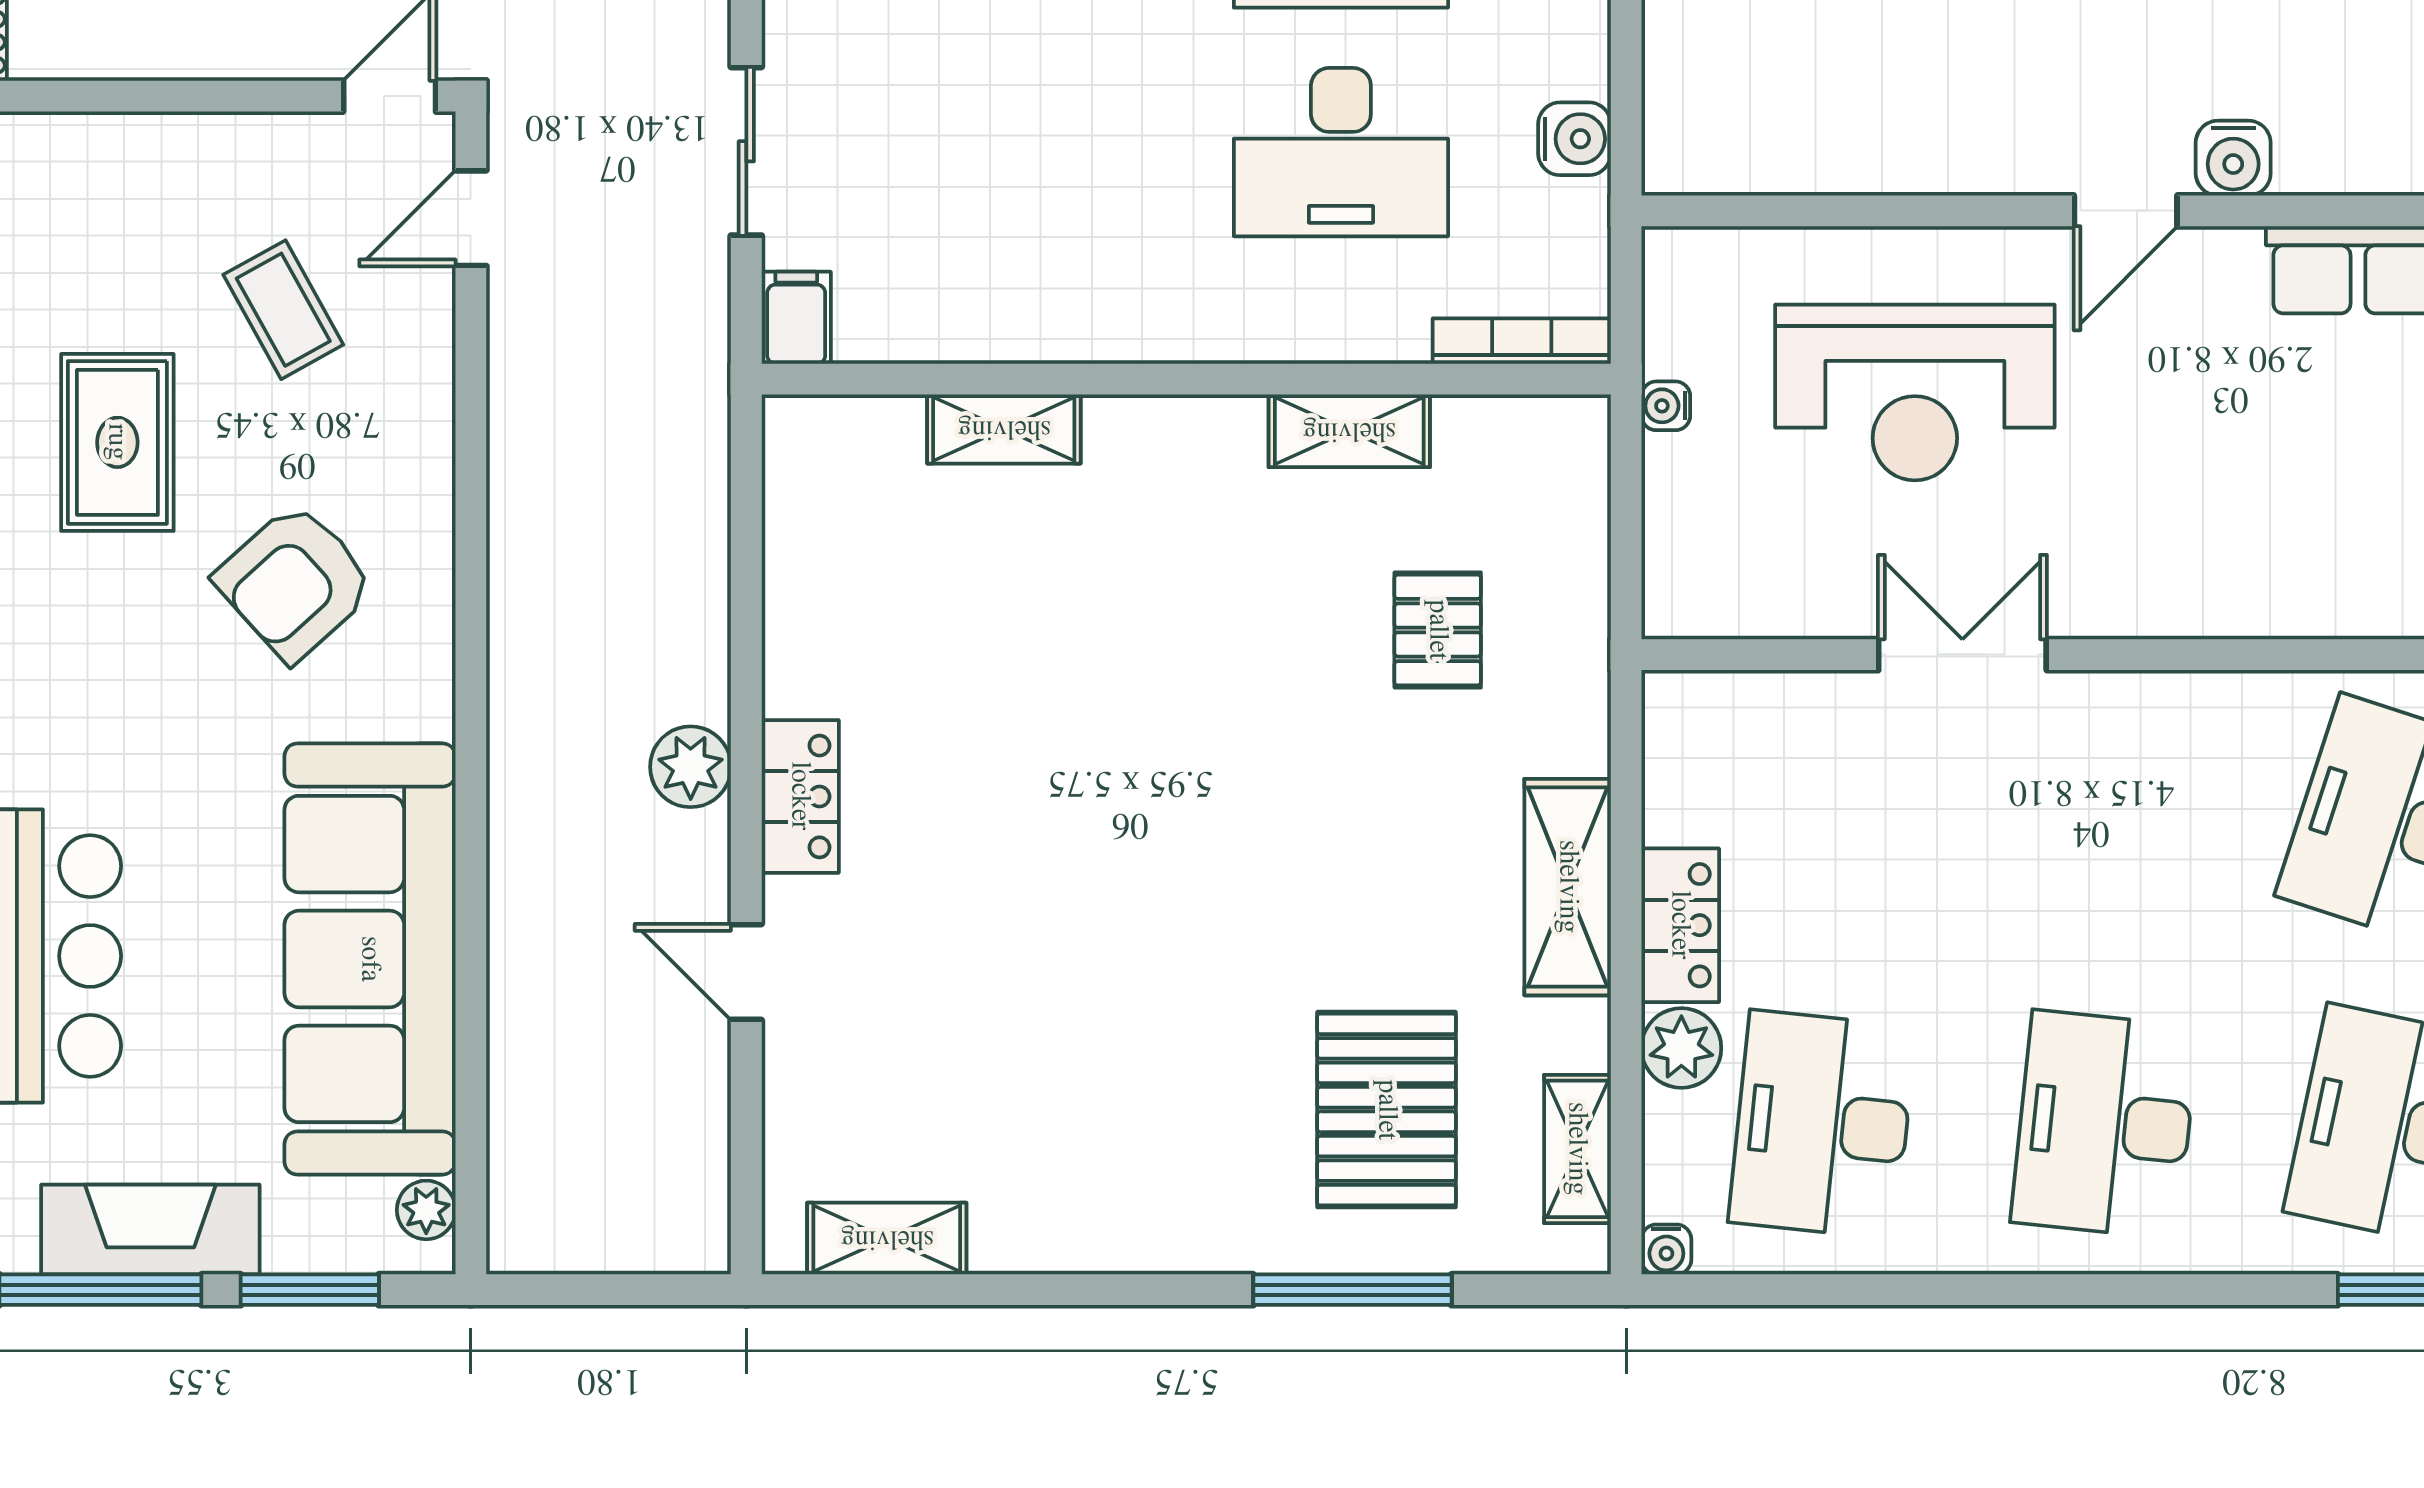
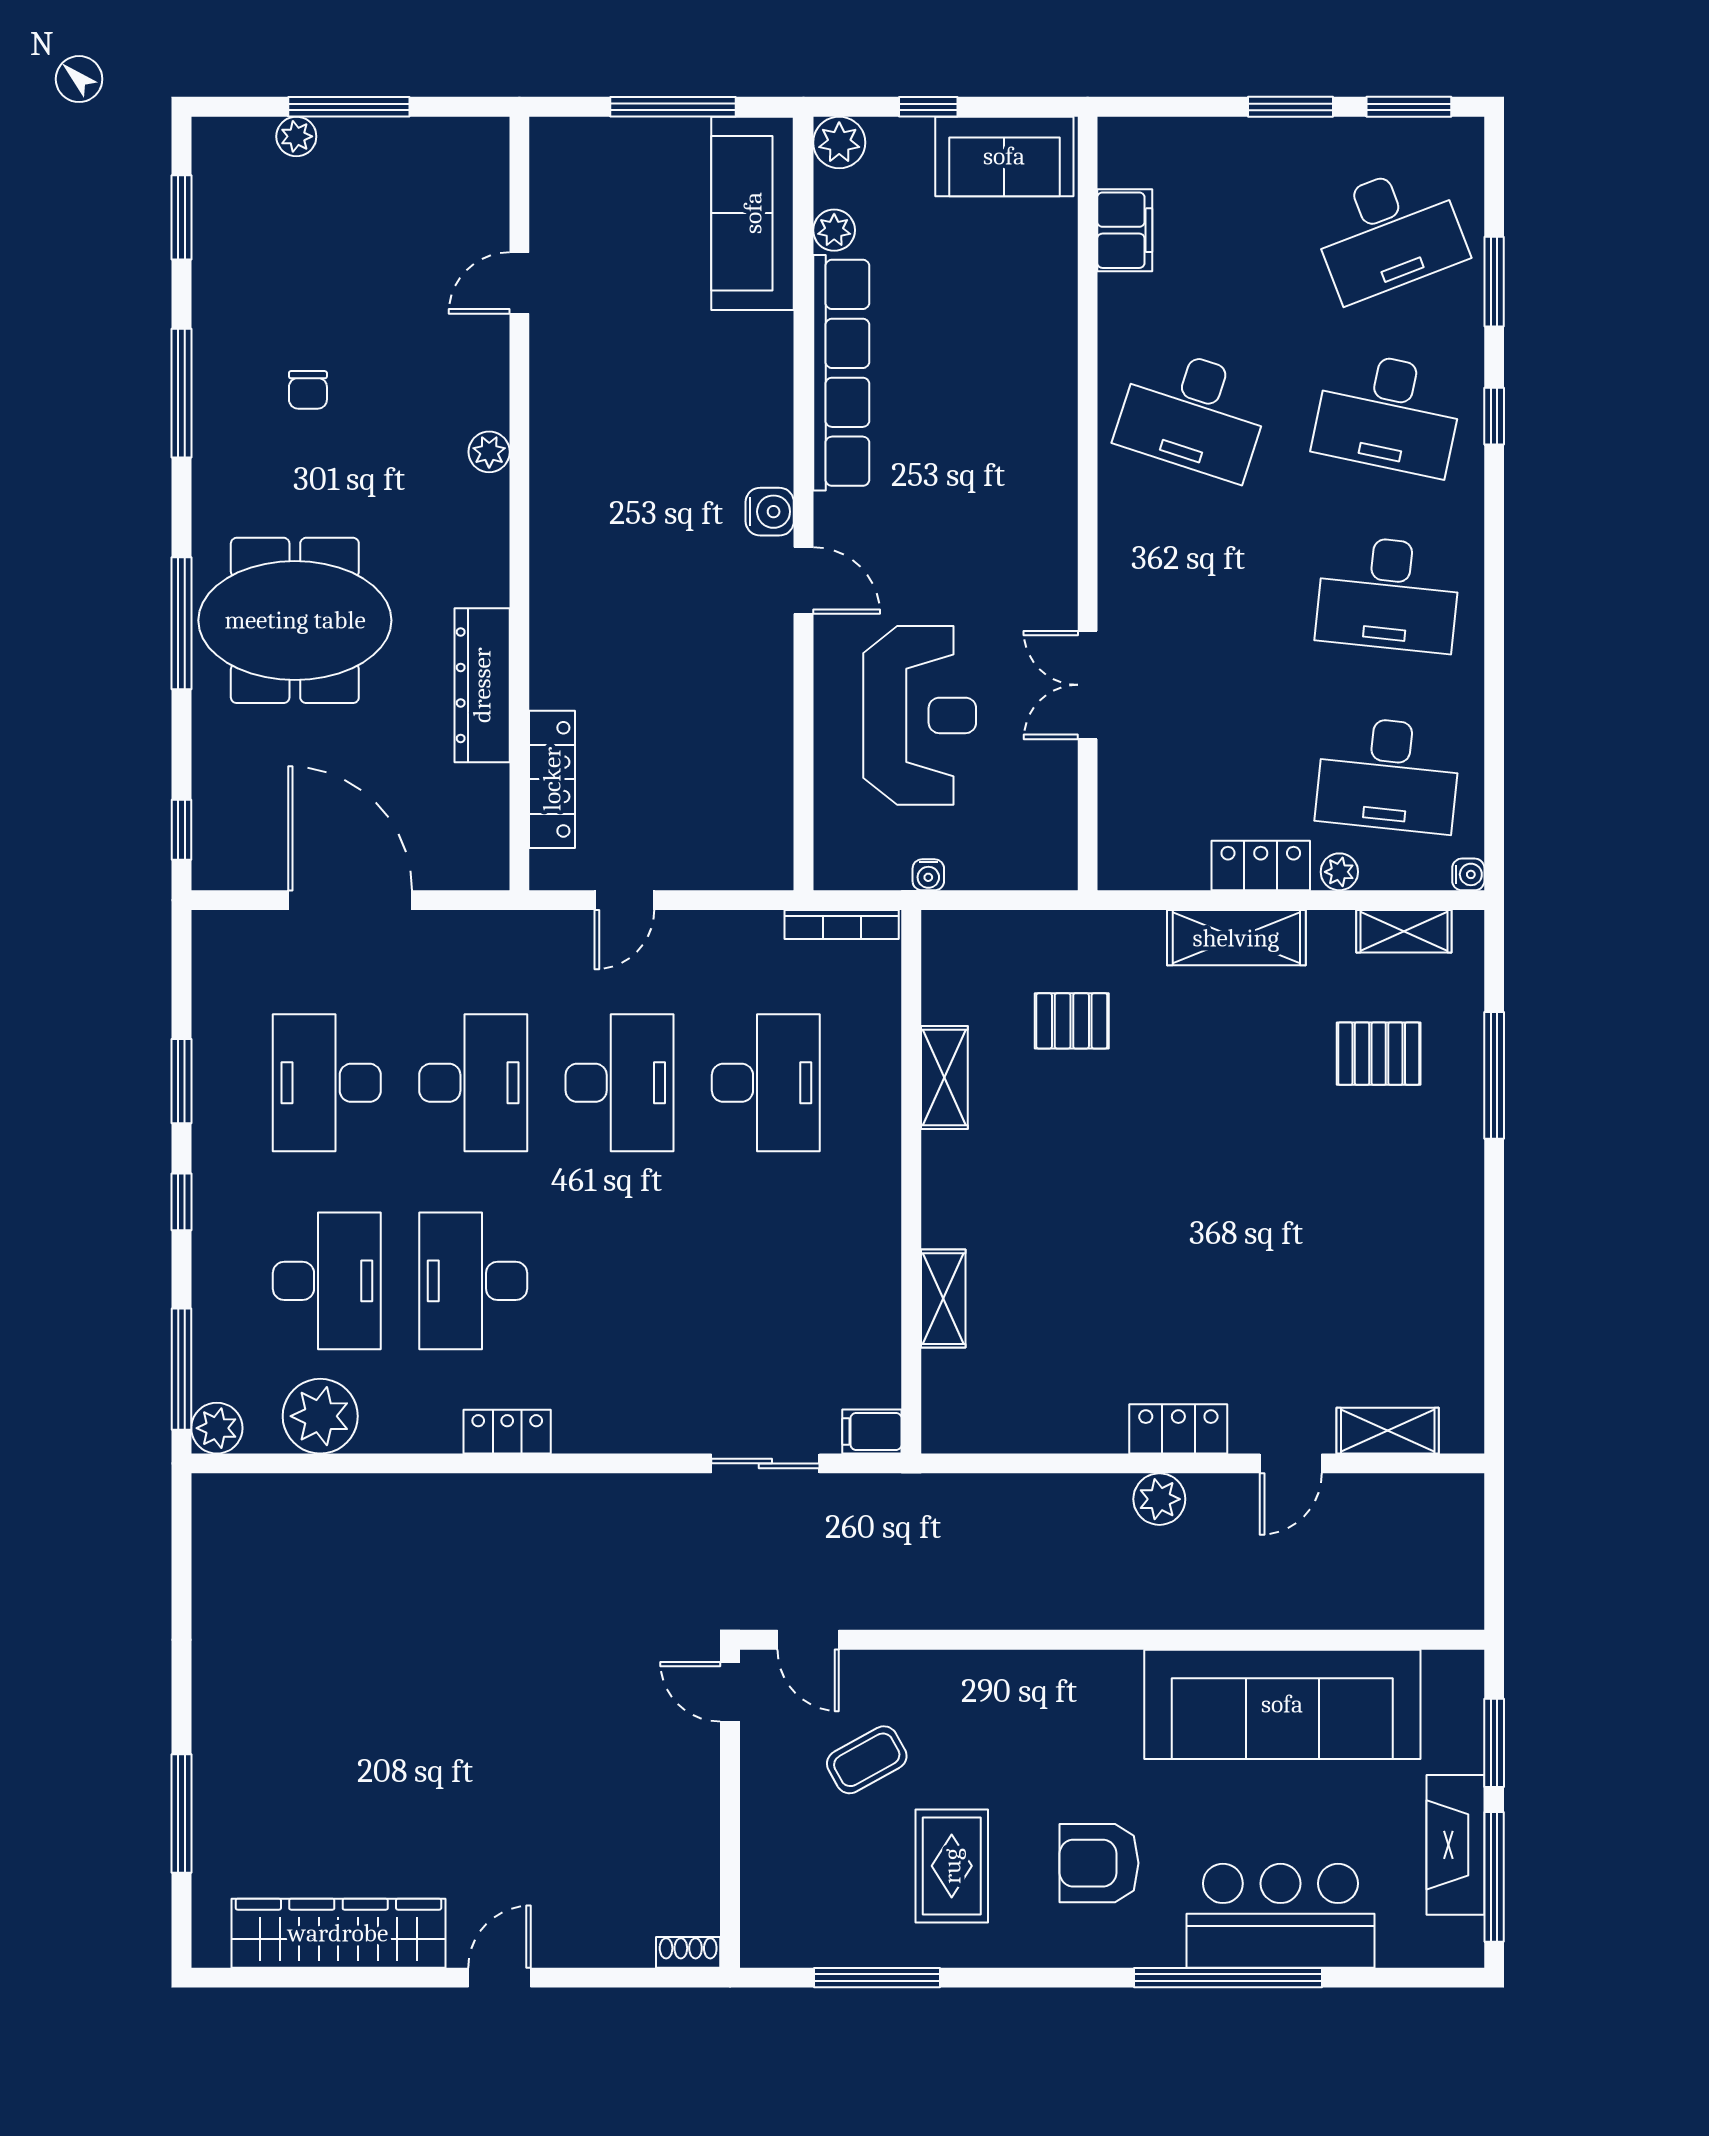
water cooler: (1575, 139) -> (757, 933), removed
bookcase: (1522, 341) -> (842, 925), moved, turned -90
rug: (117, 442) -> (952, 1866), turned 90
armchair: (295, 582) -> (1099, 1863), moved, turned 132
plant: (1681, 1048) -> (1339, 872), width x0.73, depth x0.73
pallet: (1387, 1110) -> (1379, 1054), width x0.67, depth x0.71
plant: (426, 1210) -> (1443, 1668), removed
shelving: (887, 1239) -> (1388, 1431), moved, turned 90

